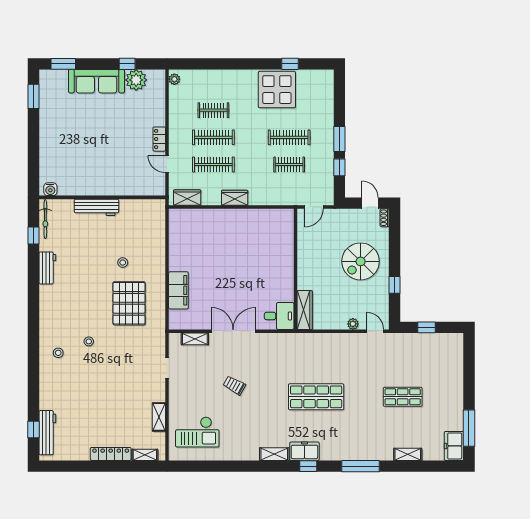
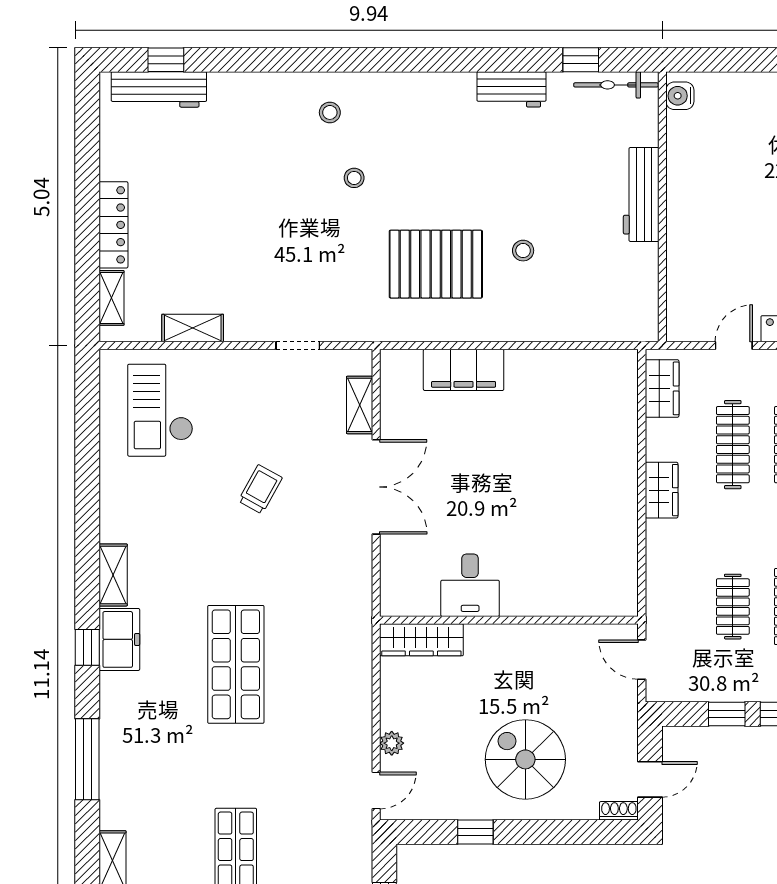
desk: (279, 316) -> (470, 585), moved

